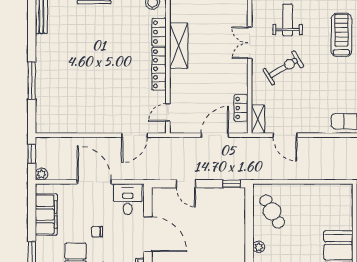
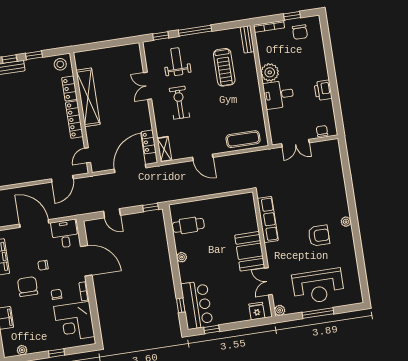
treadmill: (341, 35) -> (224, 67), turned 180
shelving: (179, 46) -> (88, 97), width x1.47
exercise bike: (283, 68) -> (179, 103), turned -59
door: (215, 135) -> (130, 168), width x1.36
door: (285, 135) -> (203, 157), moved
cafe table: (272, 211) -> (188, 225), turned -60

